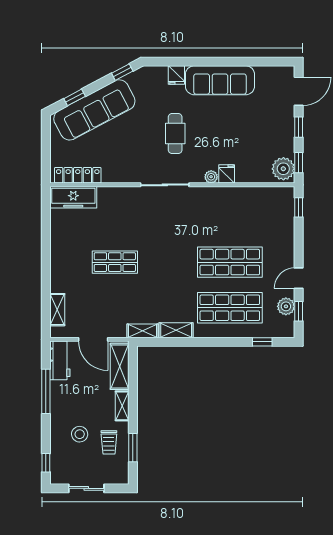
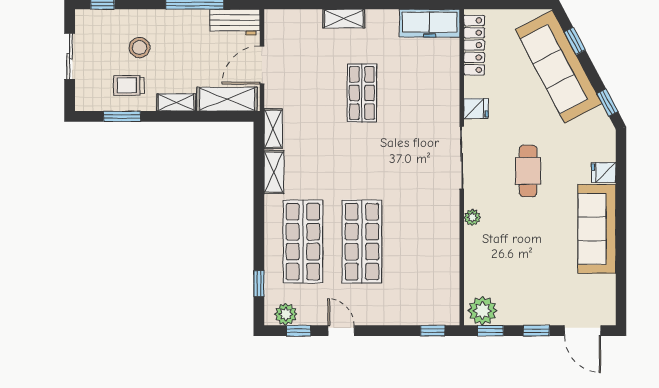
cafe table: (175, 134) -> (528, 171), turned 90
fridge: (227, 174) -> (476, 109), moved
freezer: (73, 197) -> (430, 23), moved, turned -90
plant: (286, 306) -> (286, 314), moved
shelving: (57, 310) -> (344, 19), moved

